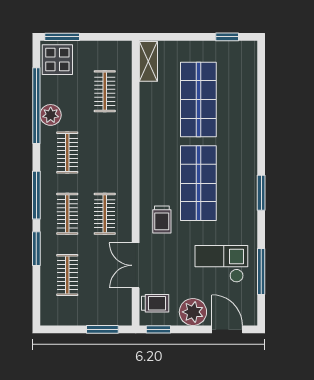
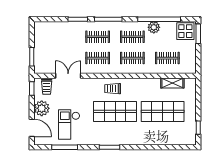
shelving: (148, 61) -> (172, 83), moved
trolley: (162, 219) -> (113, 89), moved
checkout: (221, 264) -> (69, 124), turned 180
clothes rail: (67, 275) -> (132, 58), moved
door: (227, 329) -> (32, 128), hinge flipped

